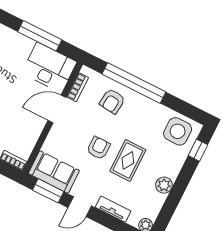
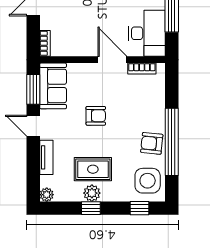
window: (134, 83) -> (172, 142), moved
armchair: (112, 101) -> (152, 143), moved
rug: (128, 160) -> (93, 169), moved
window: (177, 193) -> (91, 208), added

